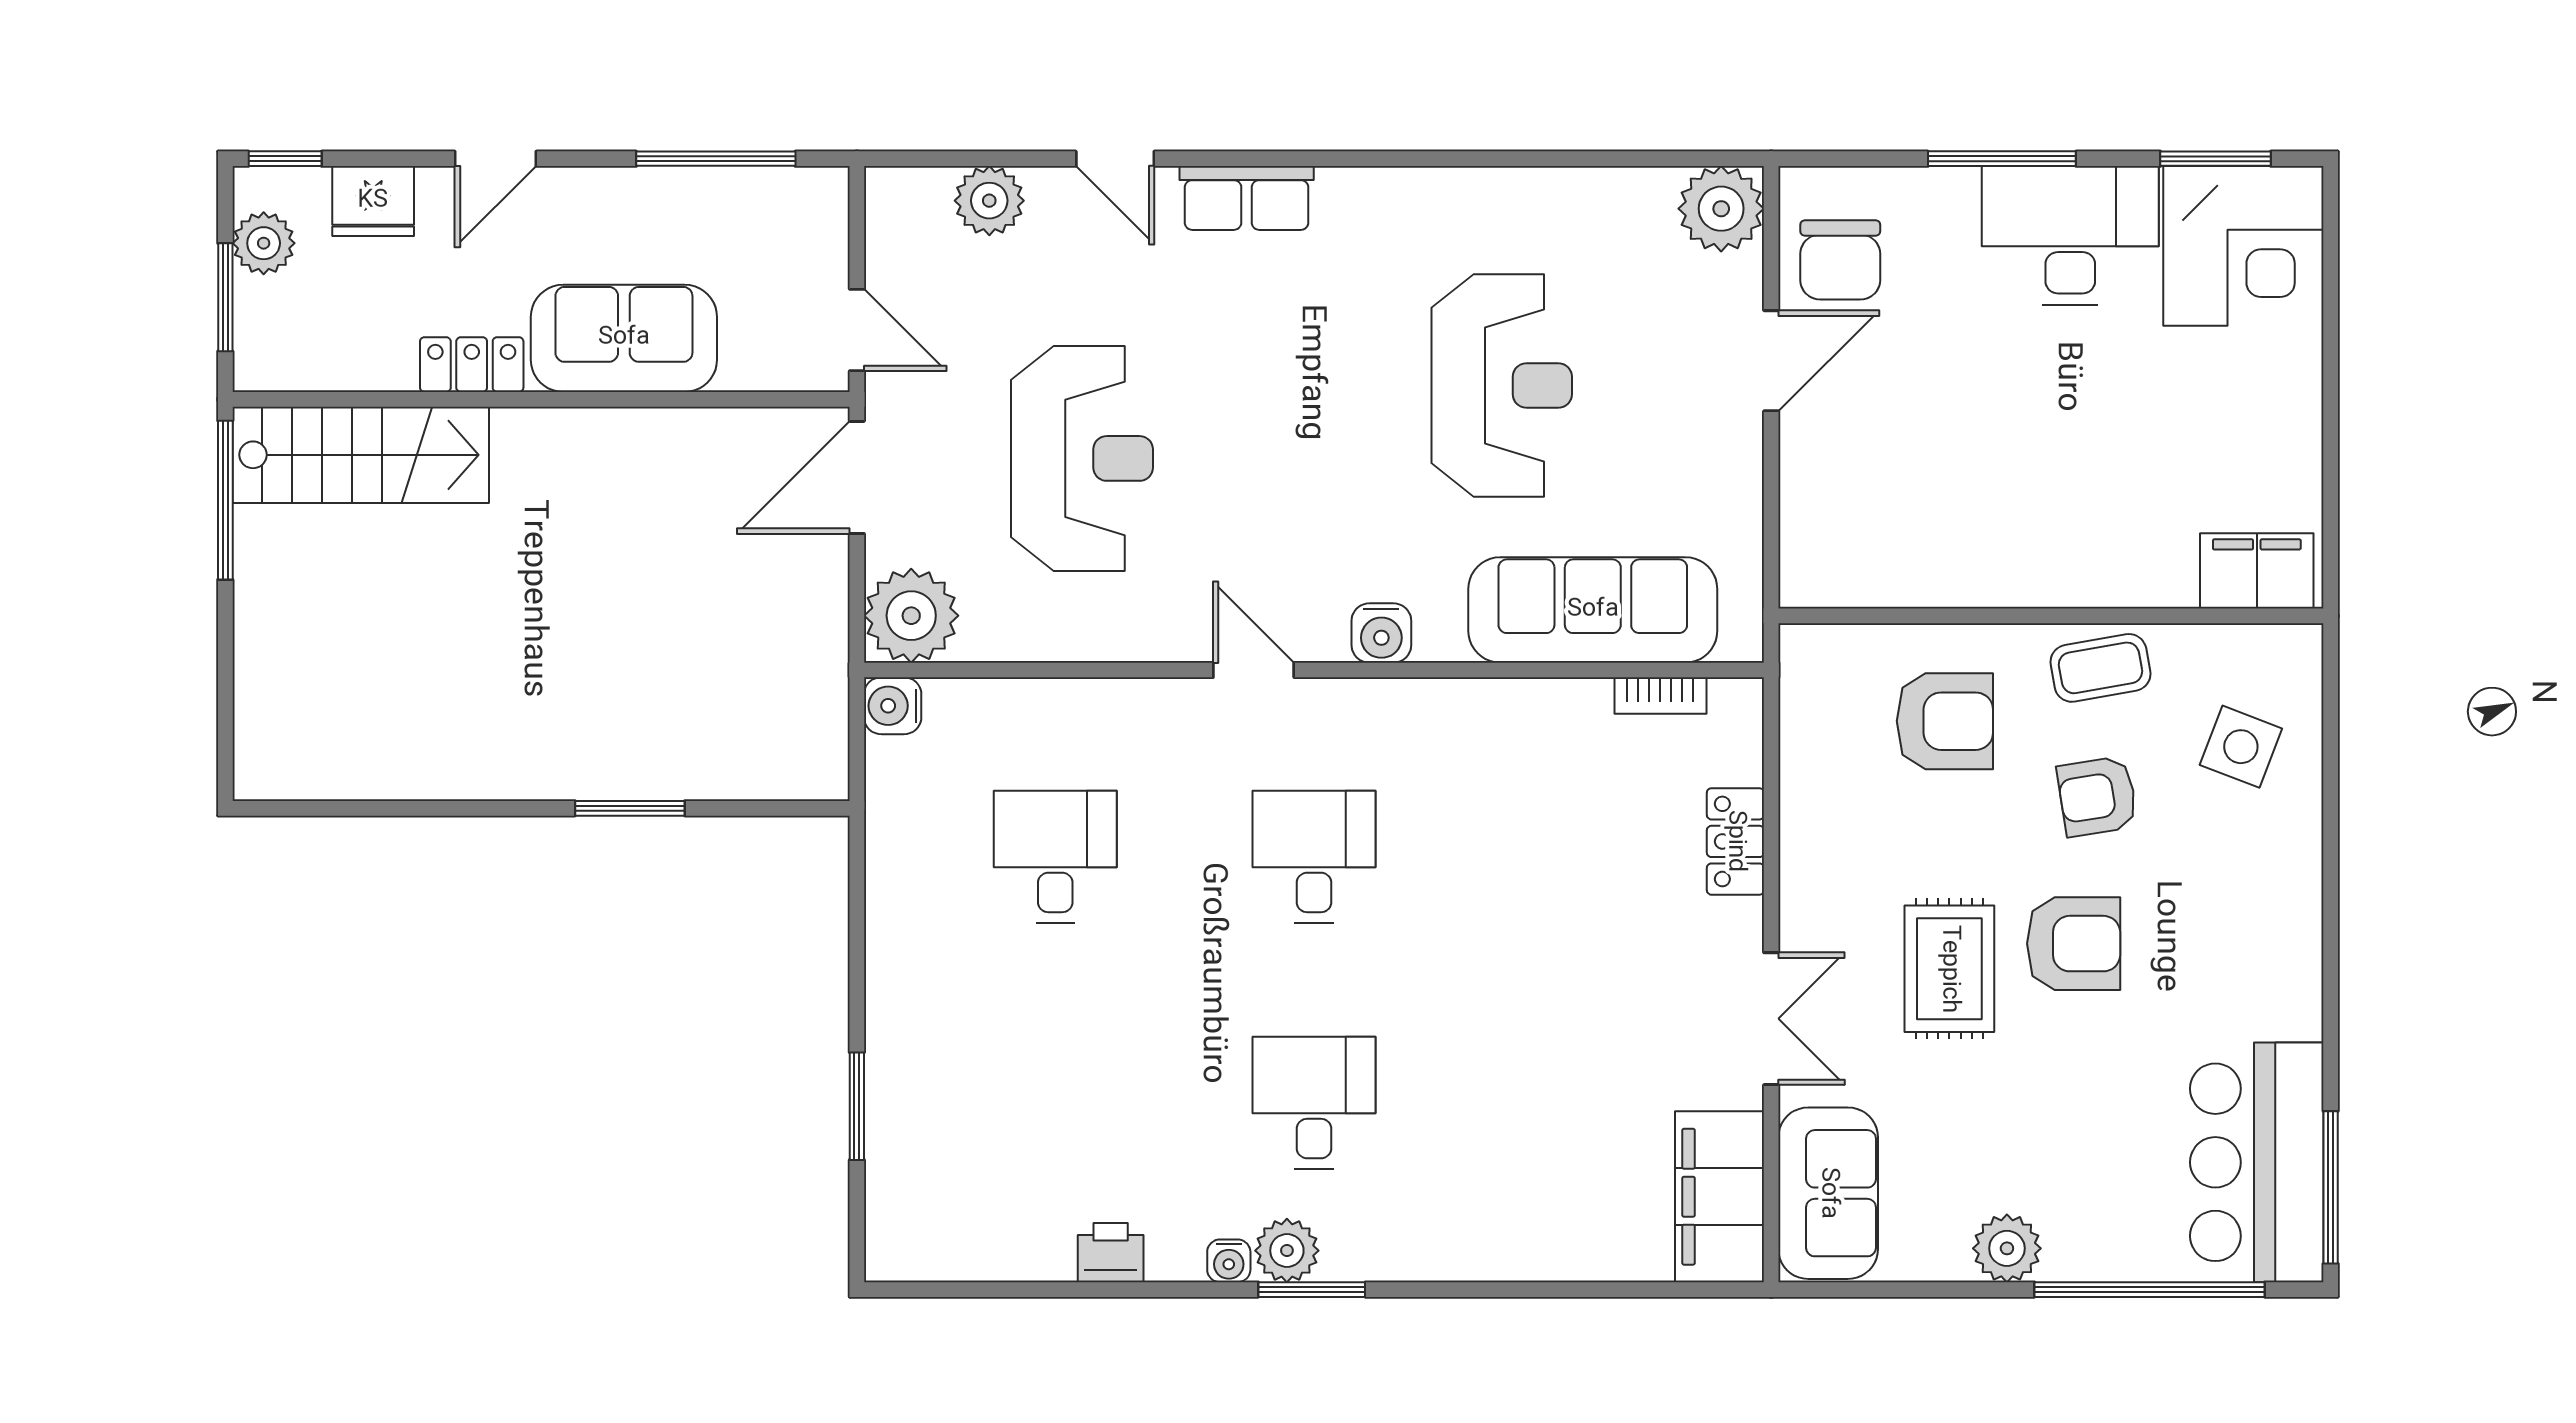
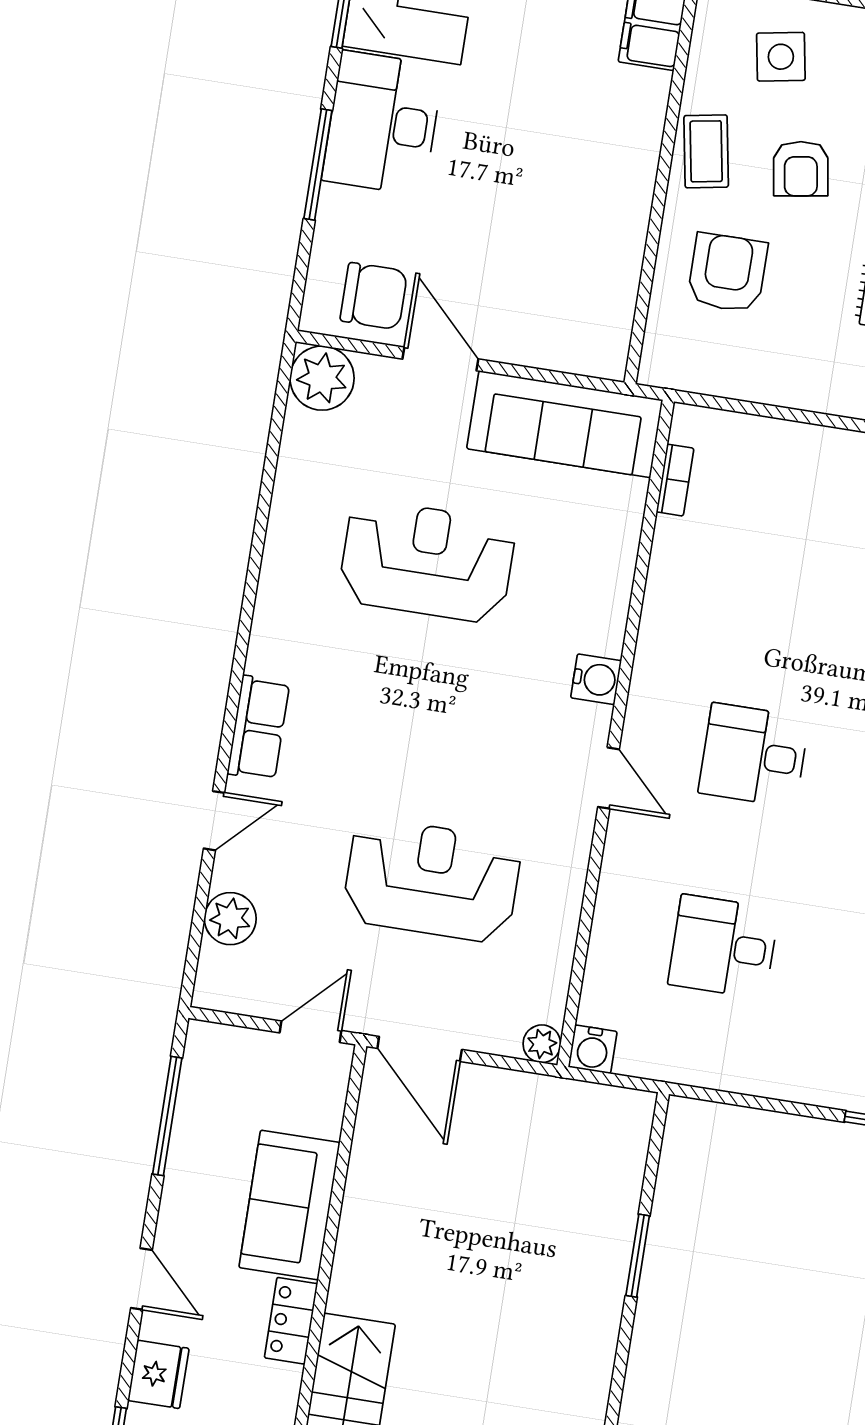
sofa: (1593, 610) -> (565, 424), moved, turned -90
plant: (911, 616) -> (542, 1044), width x0.53, depth x0.53
door: (1254, 670) -> (608, 778), swing flipped
side table: (2241, 747) -> (781, 57), turned -31
locker: (1735, 841) -> (792, 442), removed

